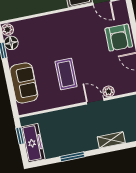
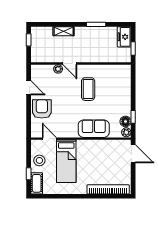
sofa: (24, 83) -> (94, 129), moved, turned 90
freezer: (33, 143) -> (124, 37), width x0.71

